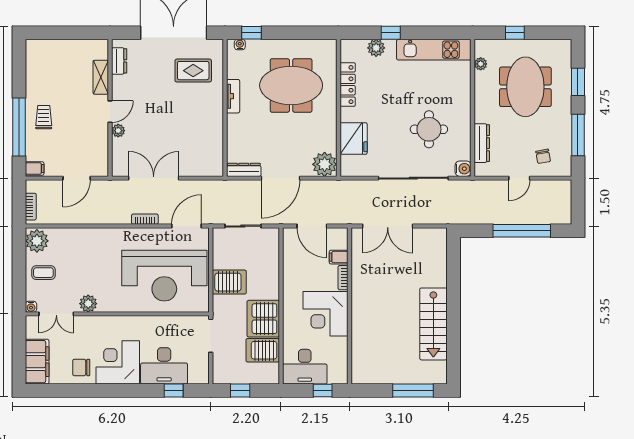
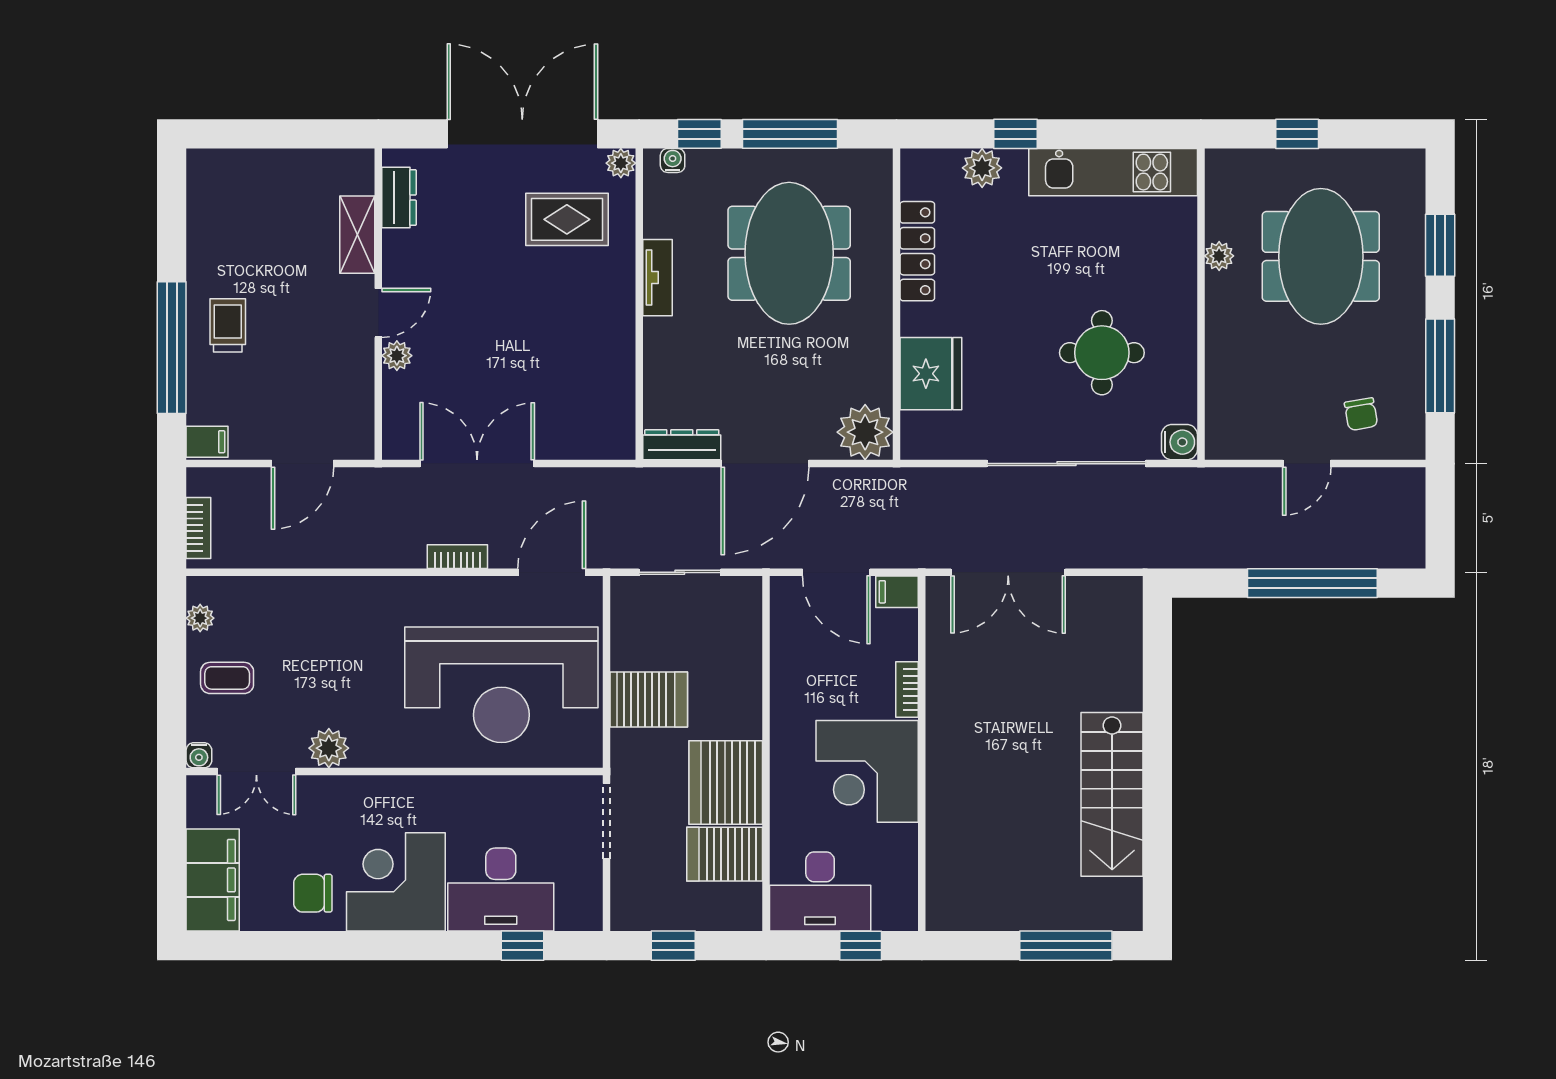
window: (291, 33) -> (790, 134), added
plant: (217, 46) -> (621, 163), added
plant: (481, 64) -> (1219, 256), moved
meeting table: (291, 85) -> (789, 253), turned 90
dresser: (482, 143) -> (1222, 384), removed
plant: (37, 241) -> (200, 618), width x0.53, depth x0.53
filing cabinet: (339, 257) -> (897, 592), moved

